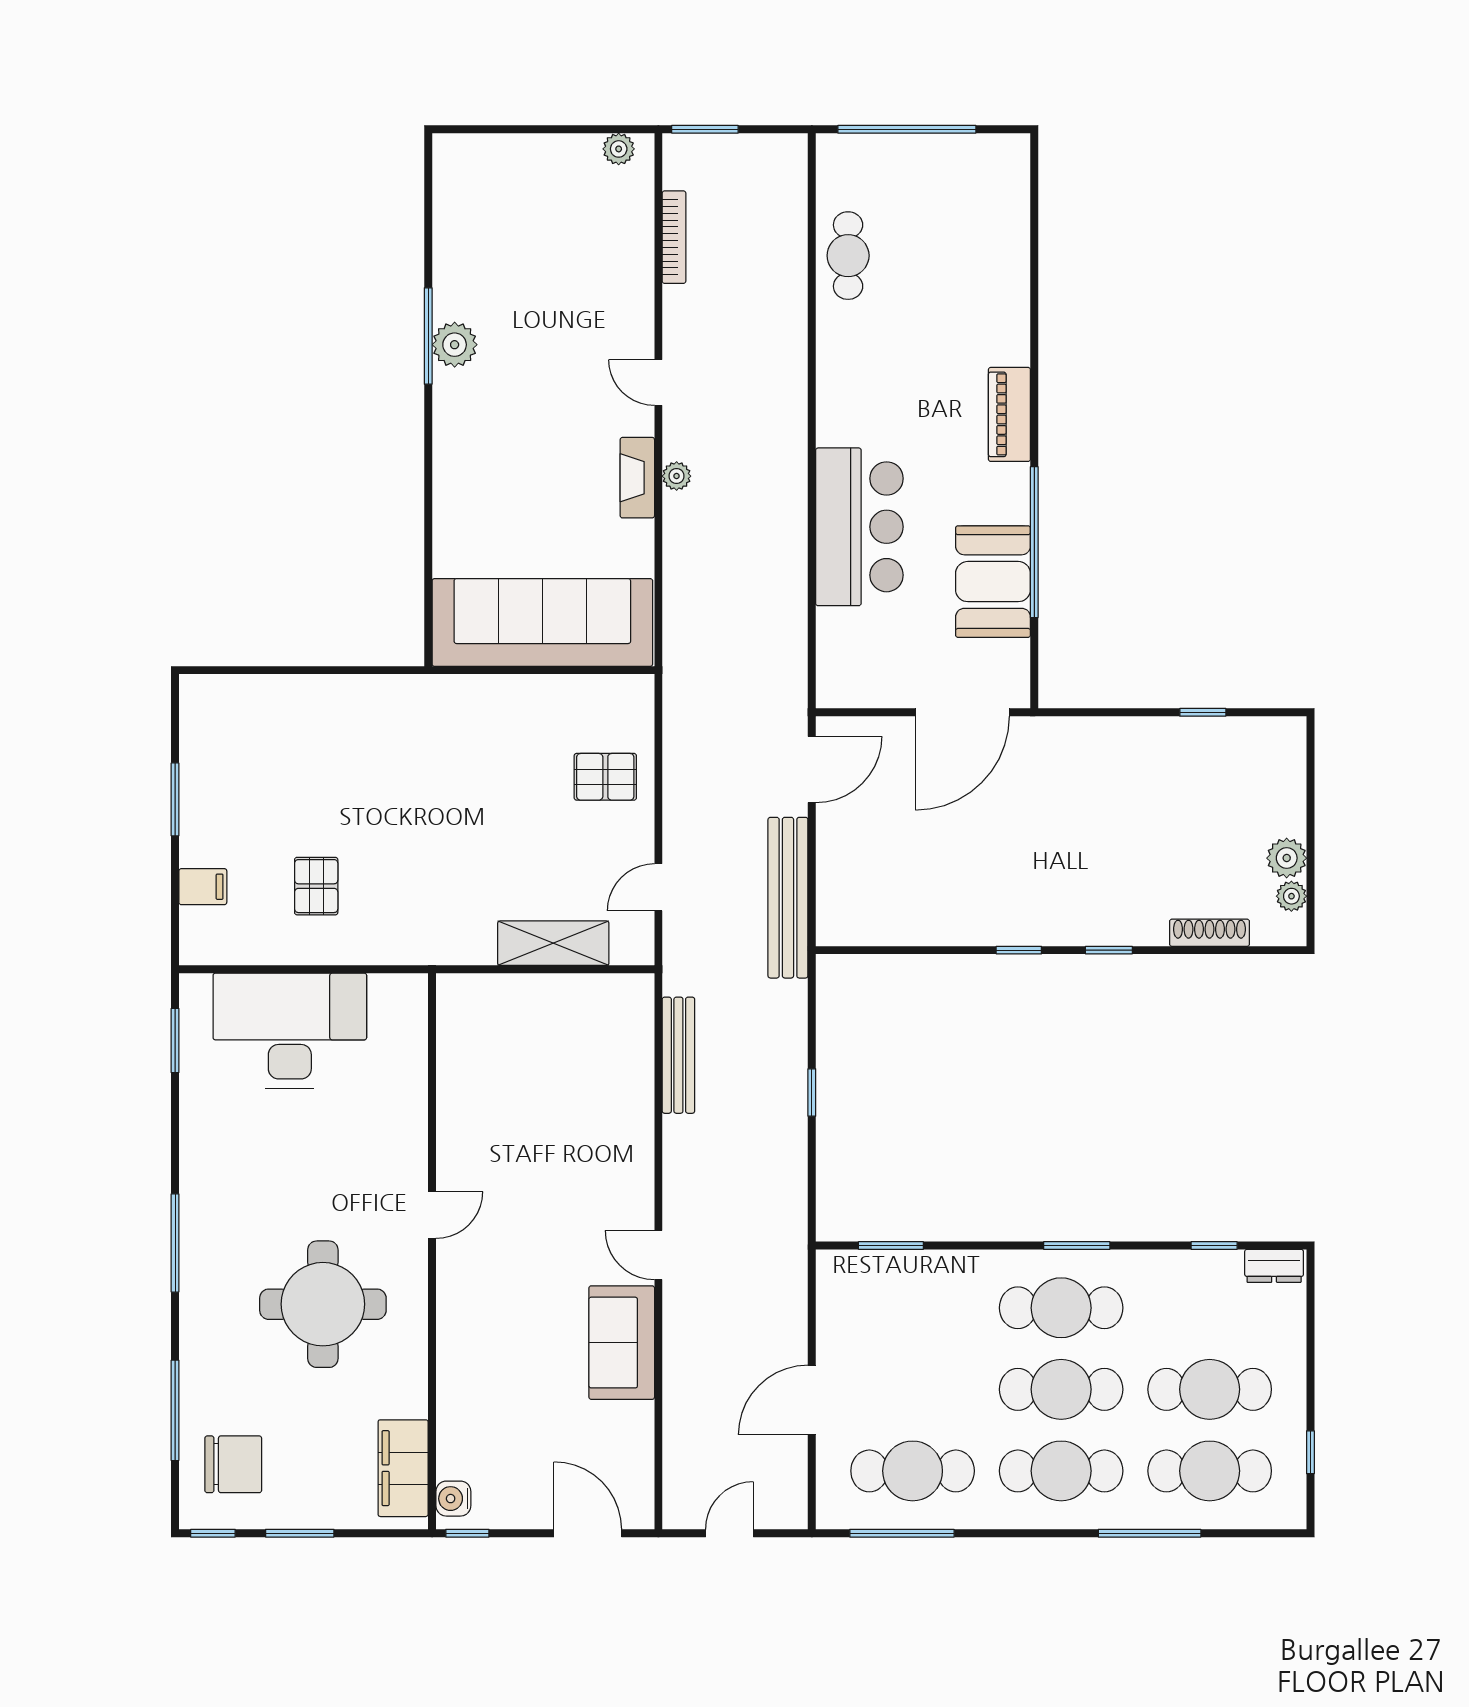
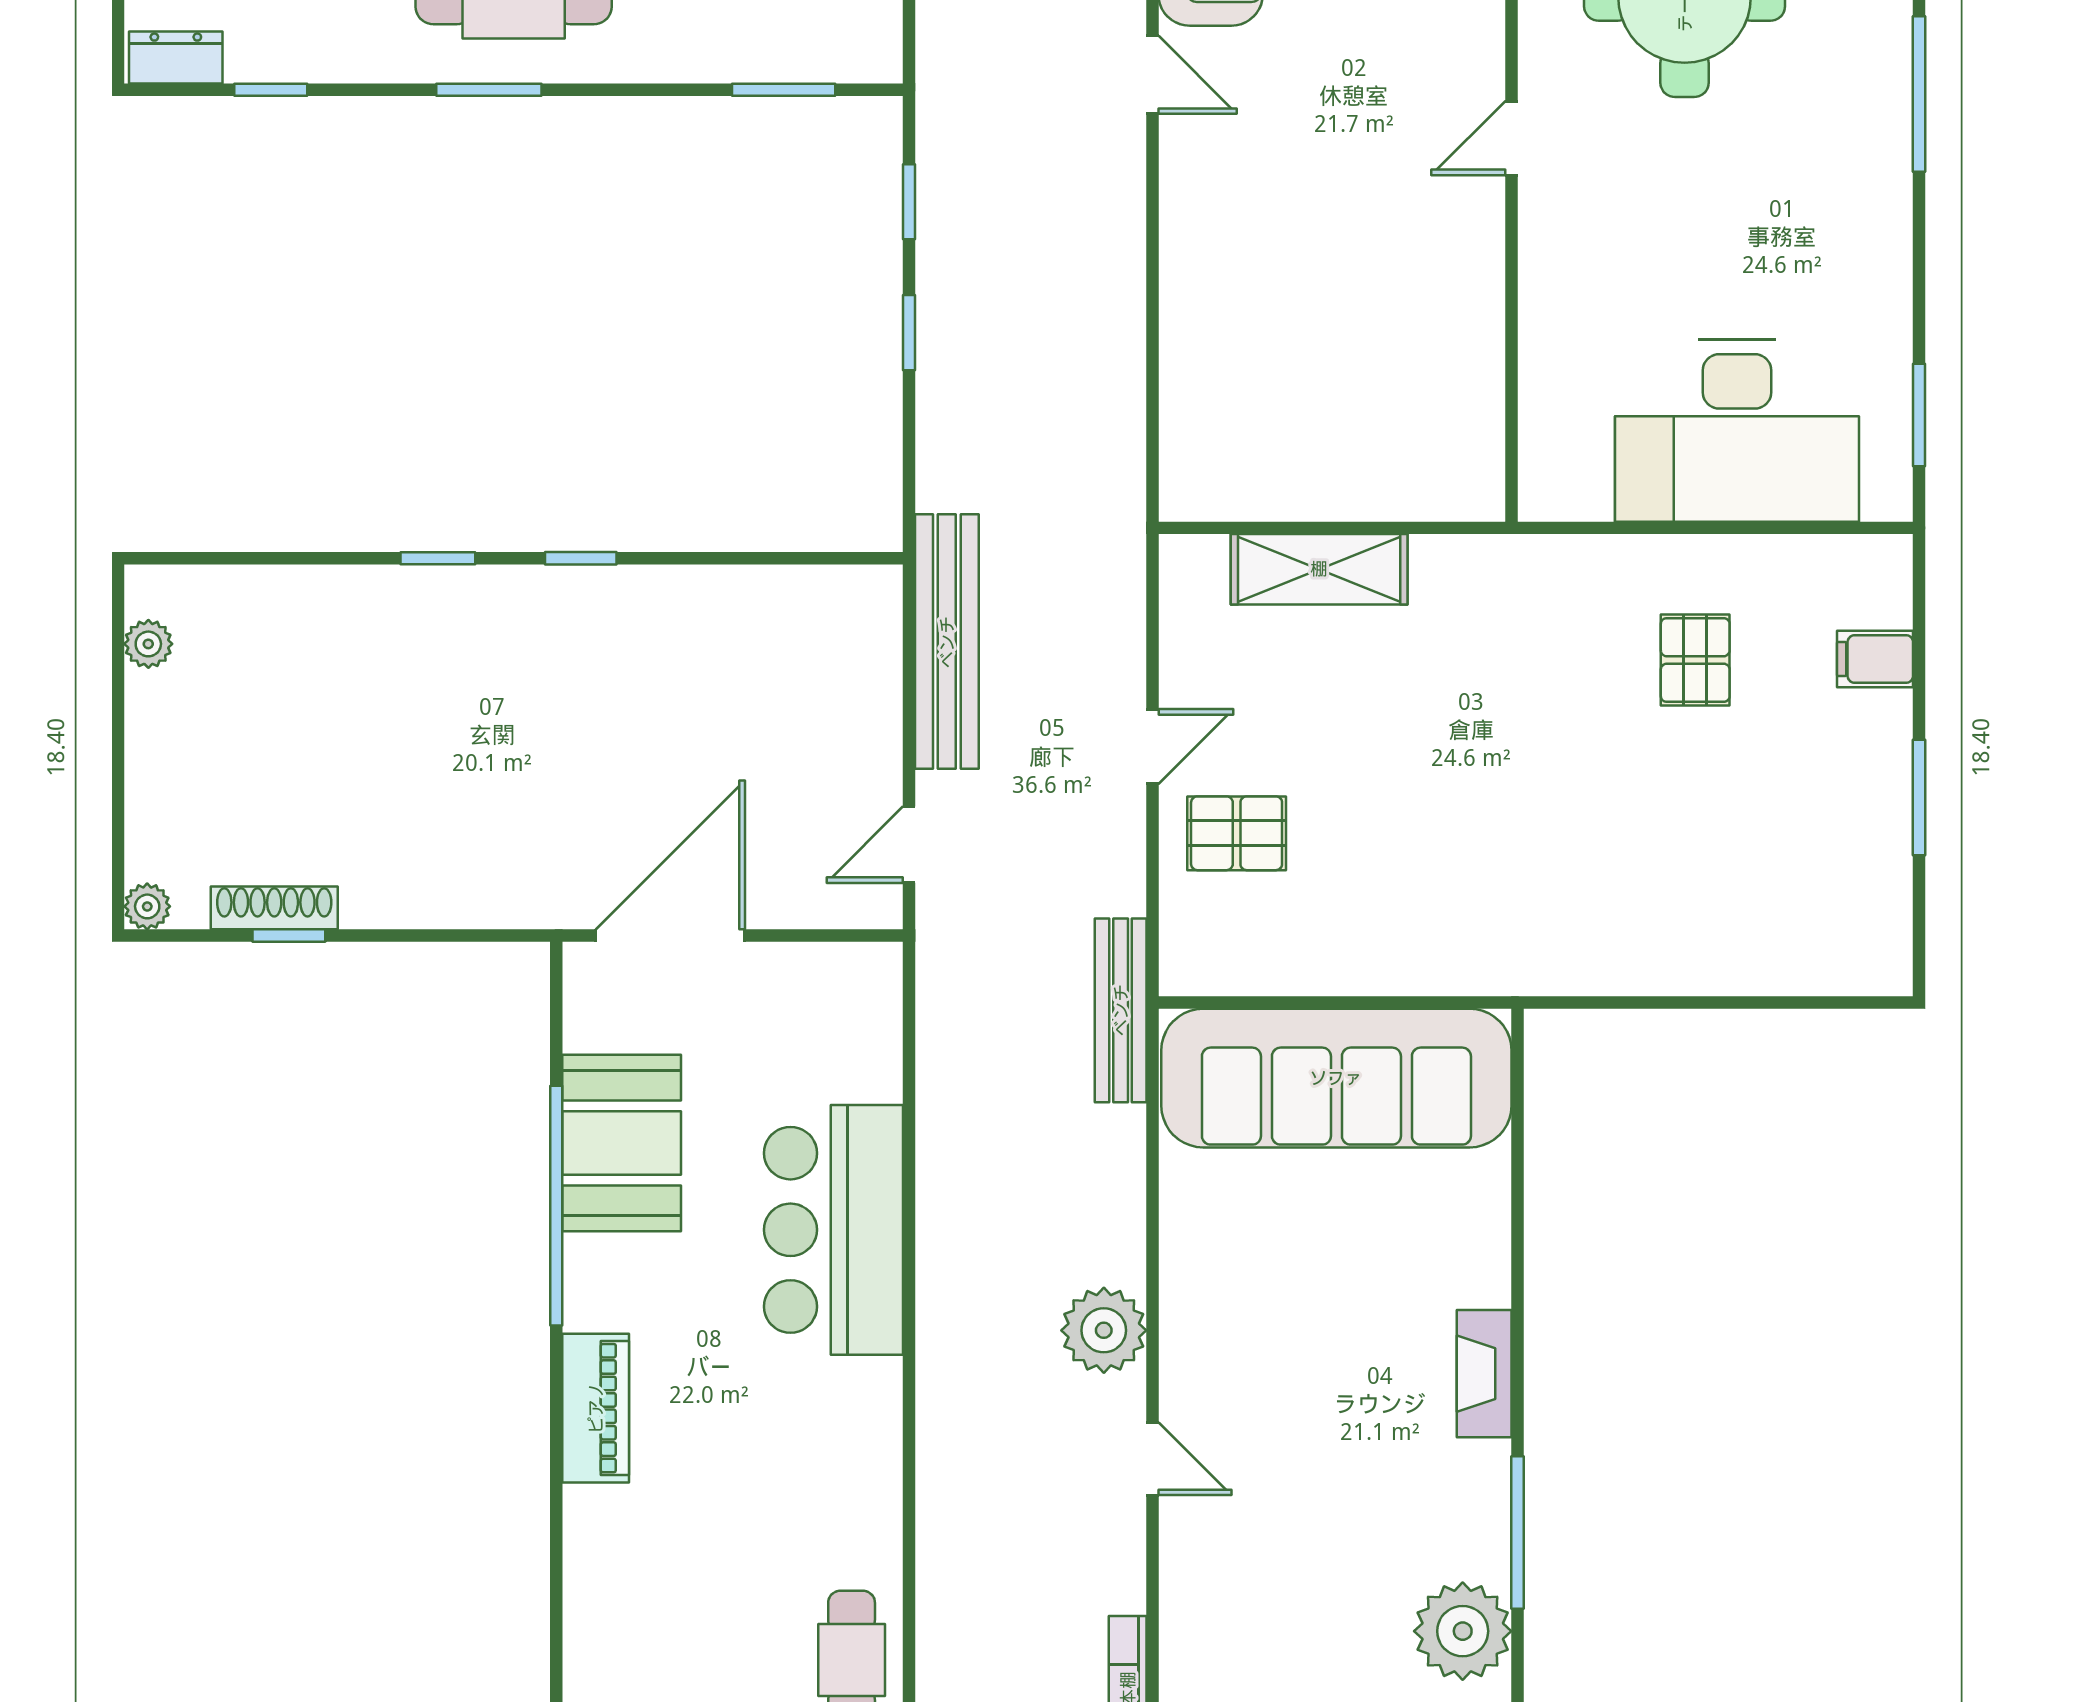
plant: (455, 345) -> (1463, 1631), moved, width x1.36, depth x1.36
plant: (677, 476) -> (1104, 1330), width x1.88, depth x1.88
fireplace: (637, 478) -> (1484, 1374), moved, turned 180
door: (812, 770) -> (909, 845), width x0.73
plant: (1287, 858) -> (147, 906), moved, width x0.73, depth x0.73
door: (658, 887) -> (1152, 746), moved
shoe rack: (1209, 933) -> (274, 908), moved, turned 180
bench: (678, 1055) -> (1121, 1010), moved
window: (812, 1175) -> (909, 202), added

